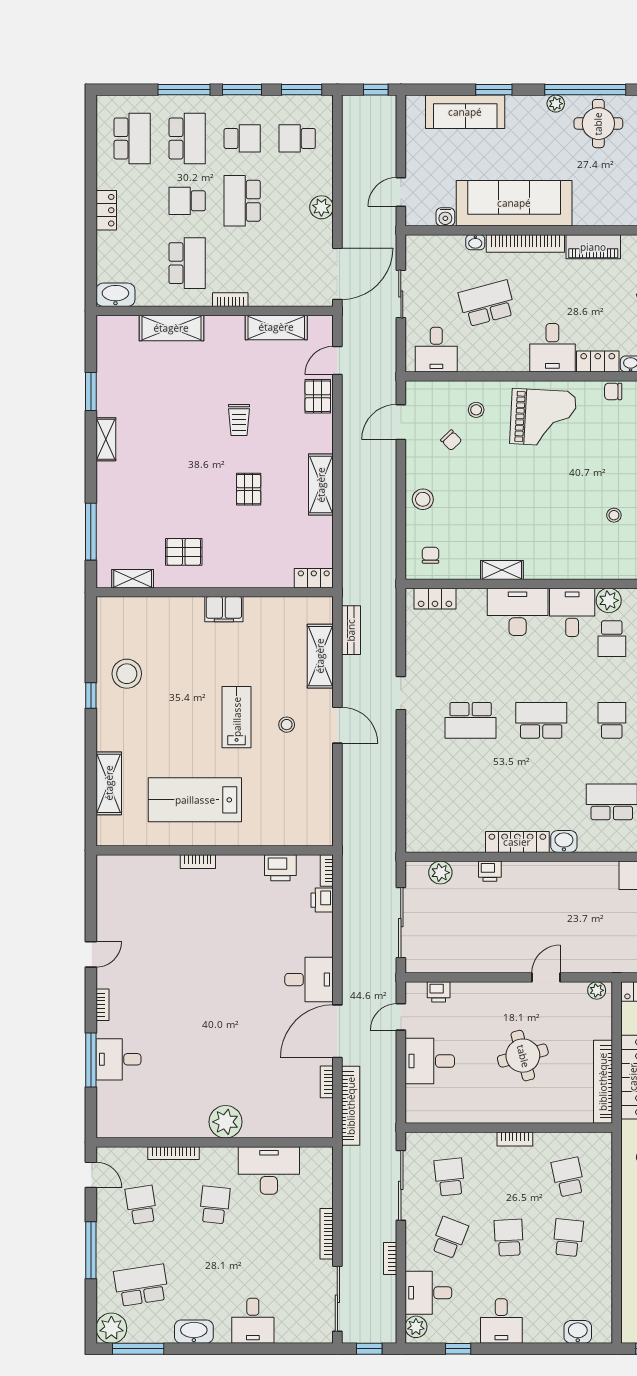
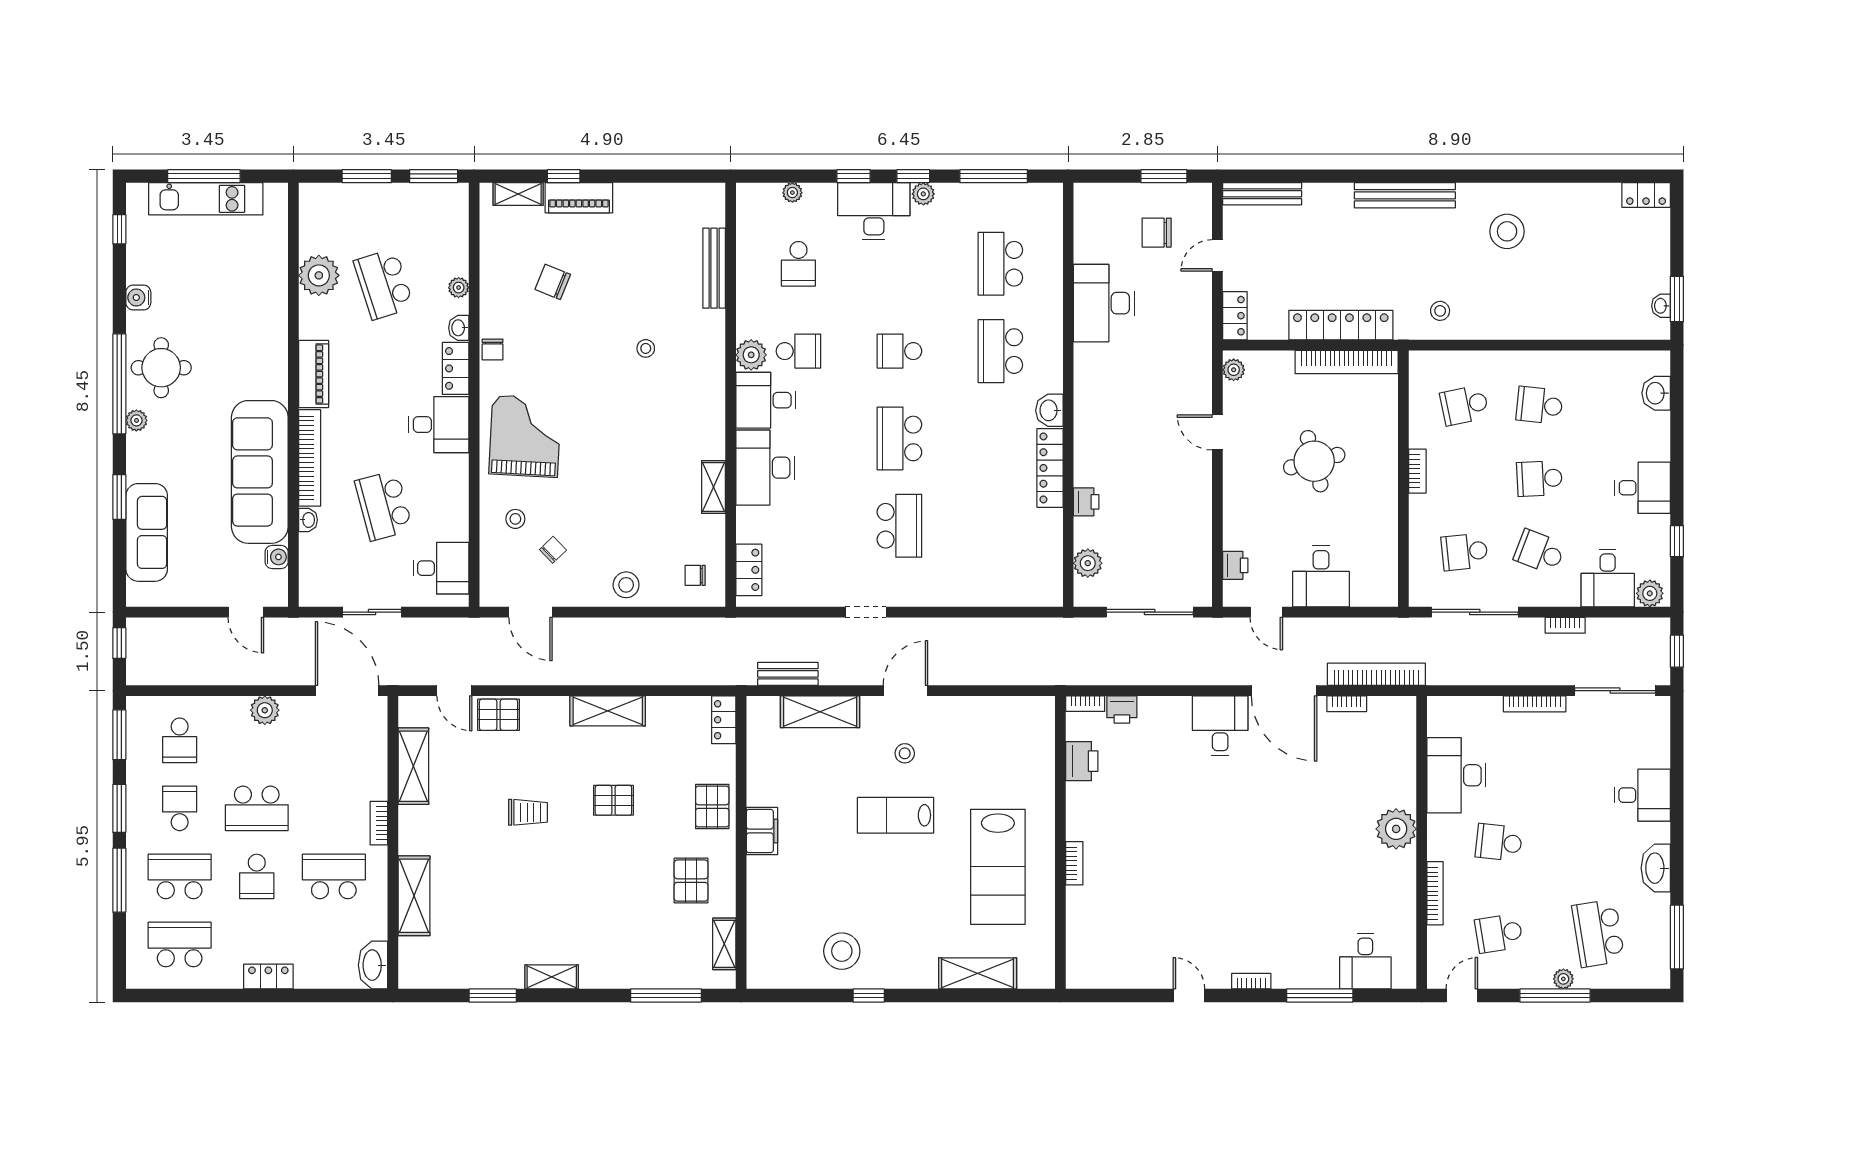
pallet: (244, 569) -> (712, 807), added
desk: (118, 1059) -> (1365, 961), moved
plant: (111, 1328) -> (1563, 979), moved, width x0.53, depth x0.53

